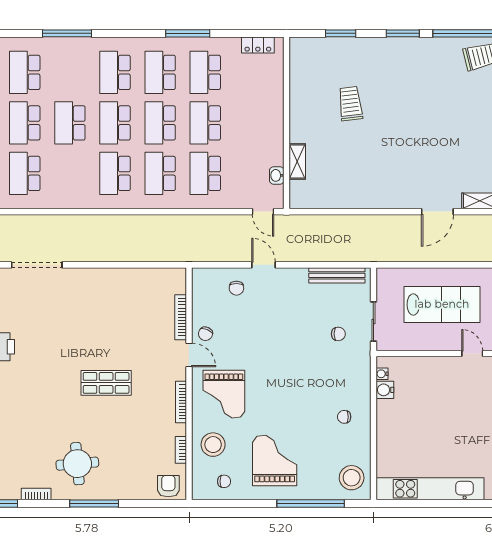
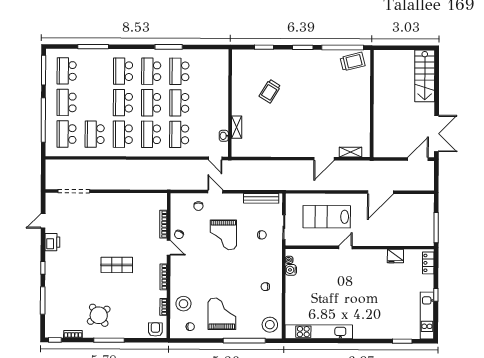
locker: (258, 45) -> (212, 54), removed
trolley: (350, 104) -> (270, 91), turned -141
school desk: (70, 123) -> (95, 134), moved
lab bench: (442, 304) -> (327, 217), turned 180
door: (472, 354) -> (345, 247), hinge flipped
grand piano: (224, 394) -> (223, 235), moved
round table: (77, 464) -> (99, 315), turned -32

